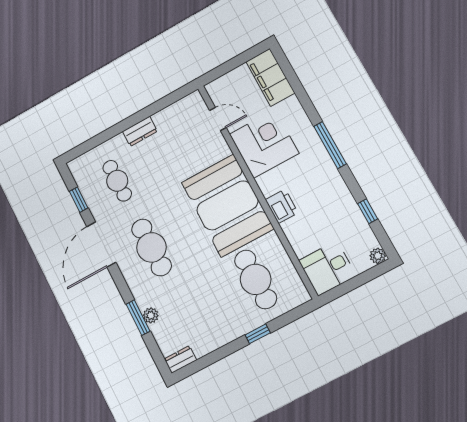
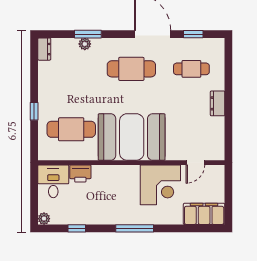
printer: (282, 206) -> (80, 174), moved

